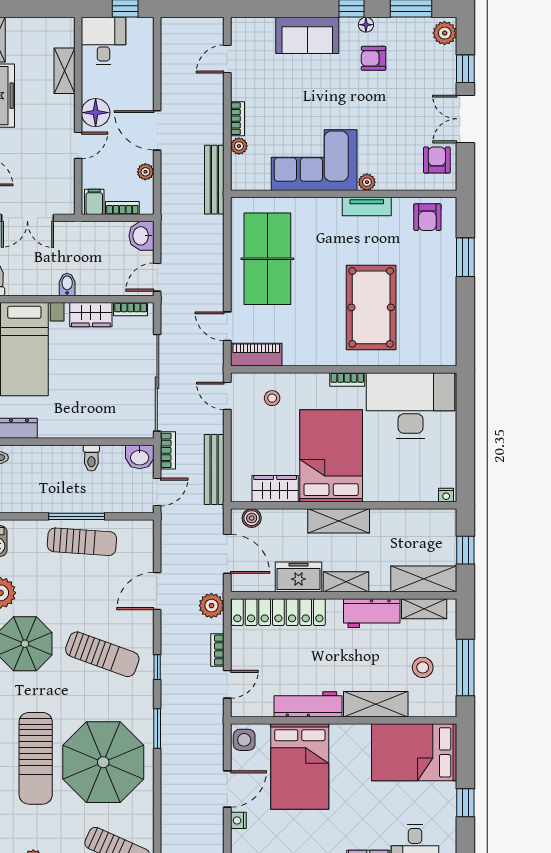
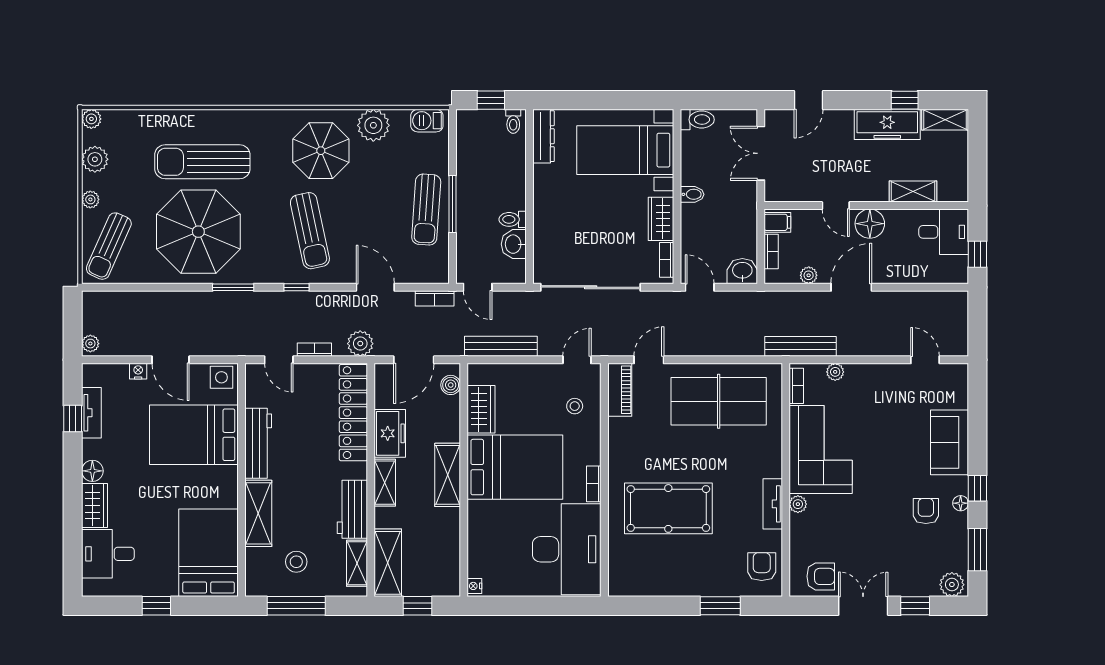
bookcase: (237, 119) -> (796, 386), moved, turned -90
armchair: (427, 217) -> (762, 567), turned 90
bookcase: (168, 450) -> (435, 298), moved
washbasin: (140, 457) -> (514, 244), moved
sun lounger: (102, 654) -> (310, 231), turned -32

